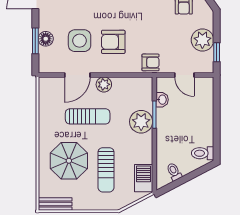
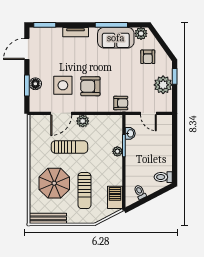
window: (217, 52) -> (175, 76), moved
plant: (141, 122) -> (117, 151), width x0.53, depth x0.53
bench: (55, 204) -> (48, 218), width x1.36

